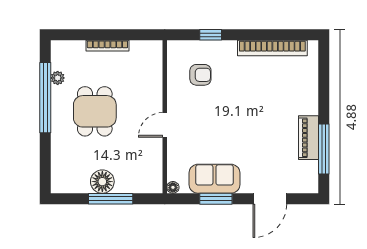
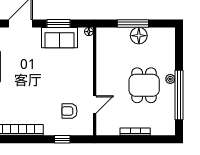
plant: (58, 78) -> (170, 79), moved
door: (165, 125) -> (95, 104), moved

